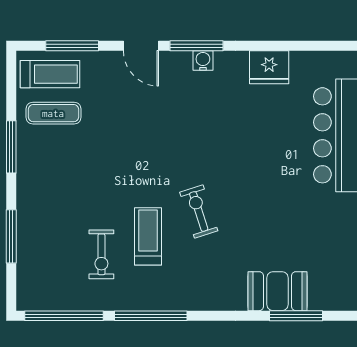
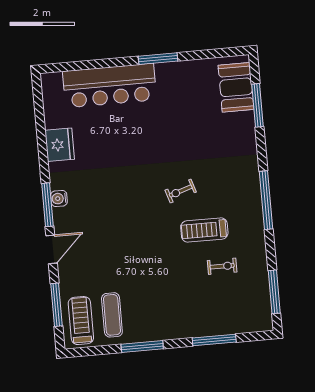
exercise bike: (199, 211) -> (181, 191), width x0.73, depth x0.72
exercise bike: (101, 254) -> (222, 266), width x0.73, depth x0.72
booth: (278, 291) -> (236, 87), moved
window: (64, 316) -> (274, 292), width x0.68
window: (151, 316) -> (266, 200), moved

